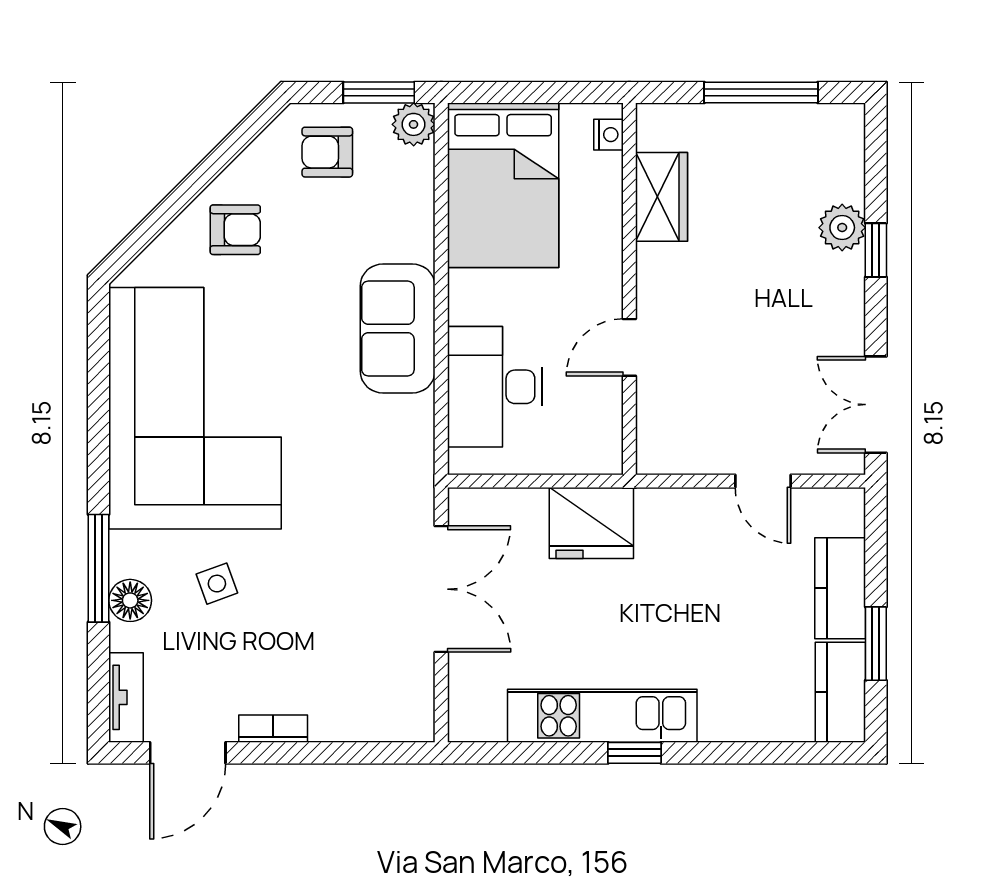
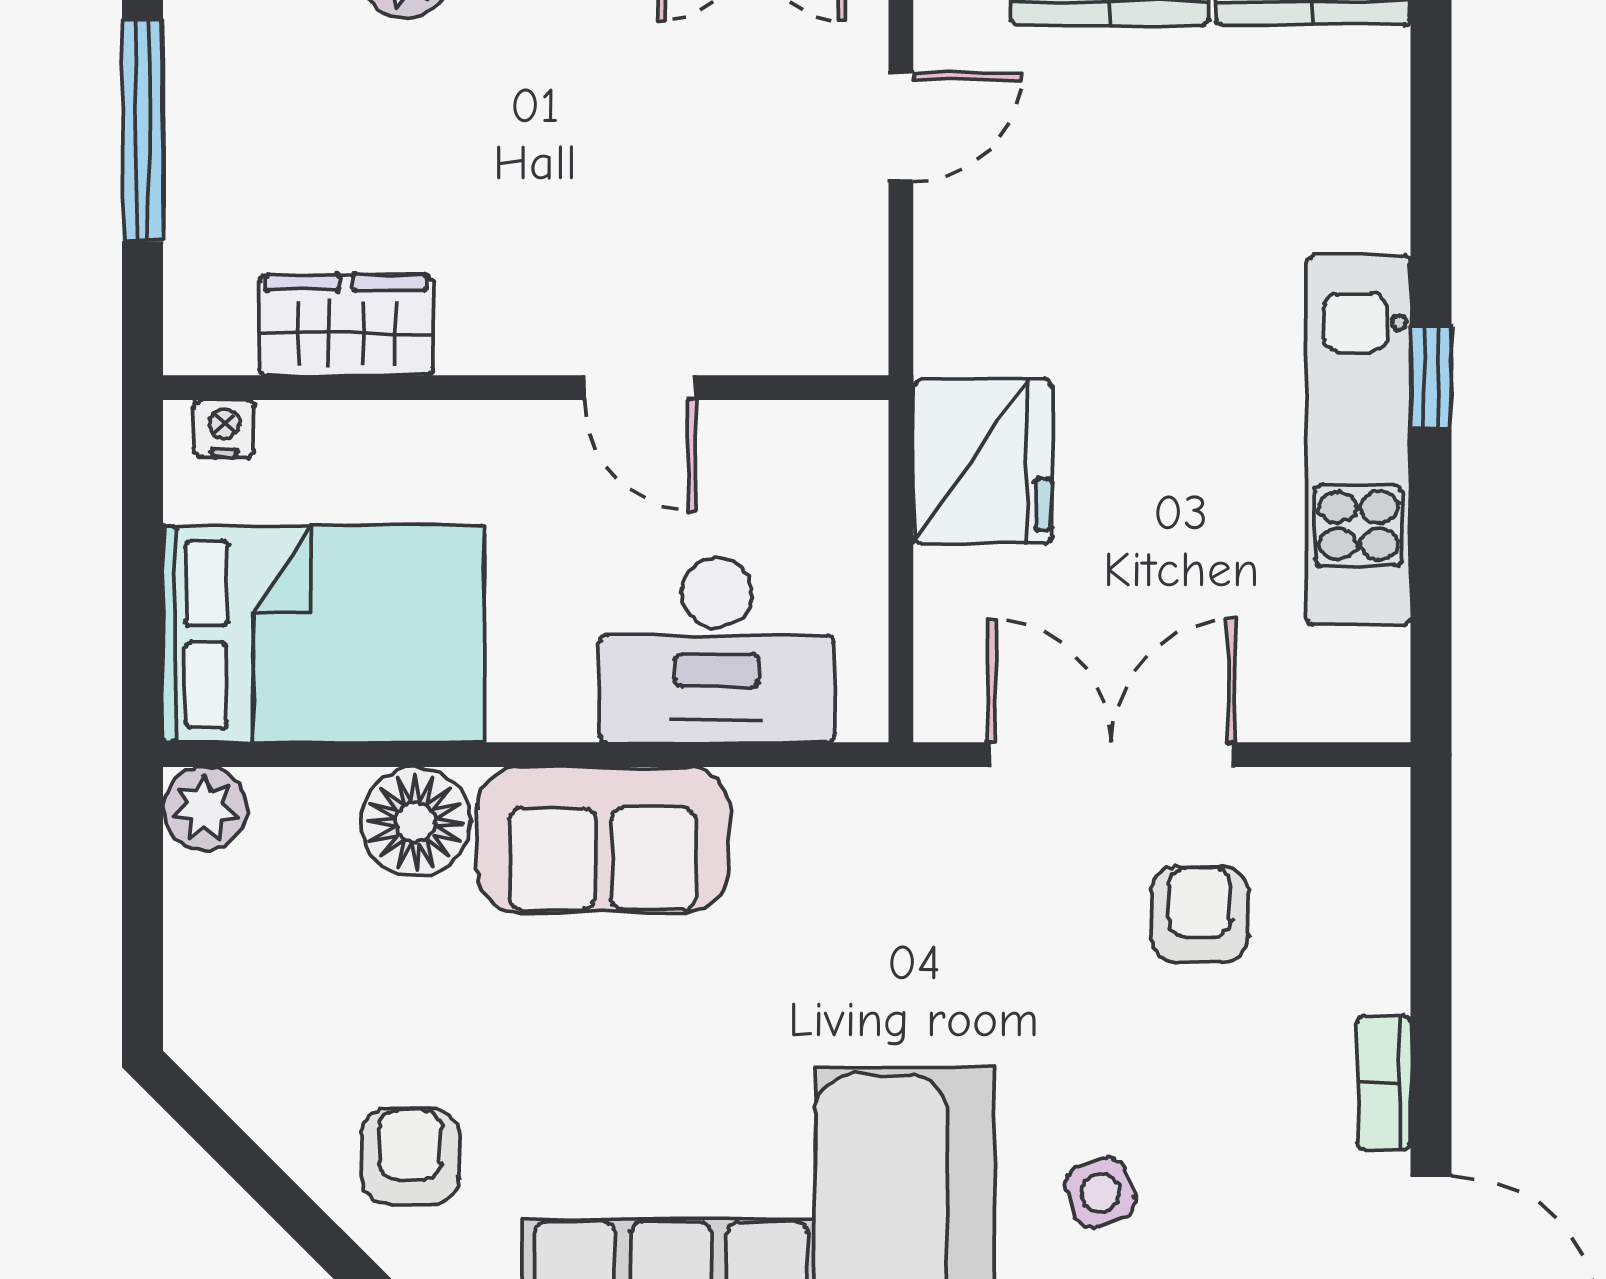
window: (379, 92) -> (142, 876), removed
armchair: (327, 152) -> (1200, 914), moved, turned 180
floor lamp: (407, 232) -> (415, 822), added

